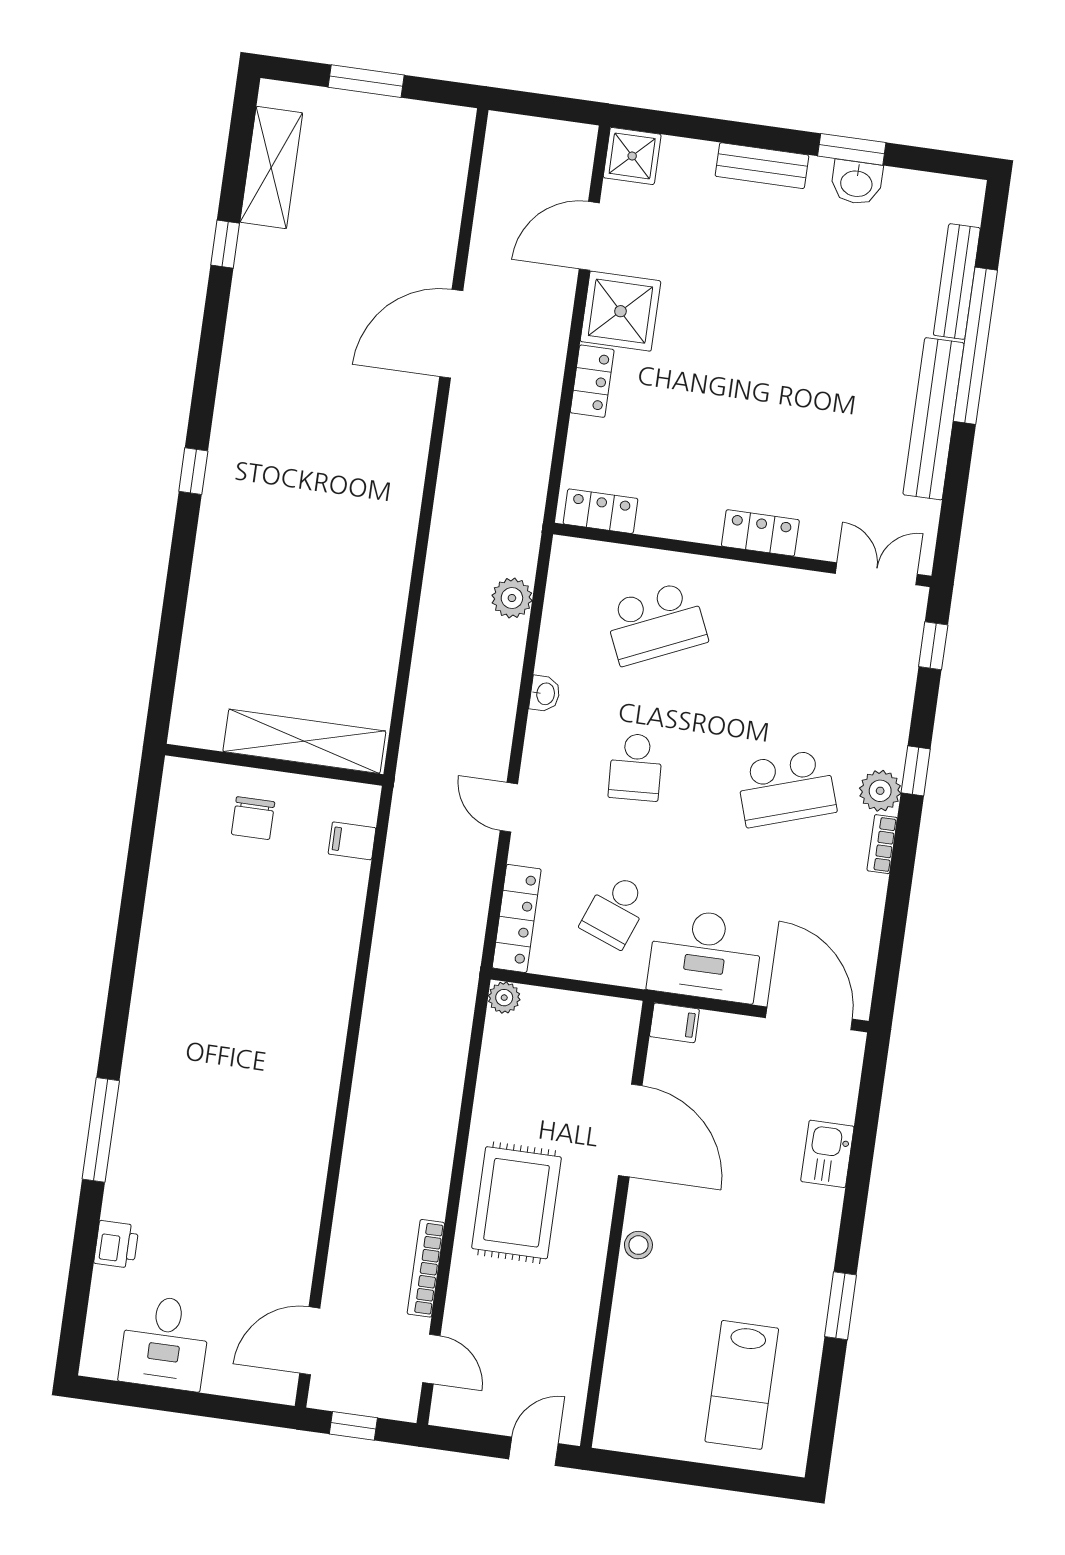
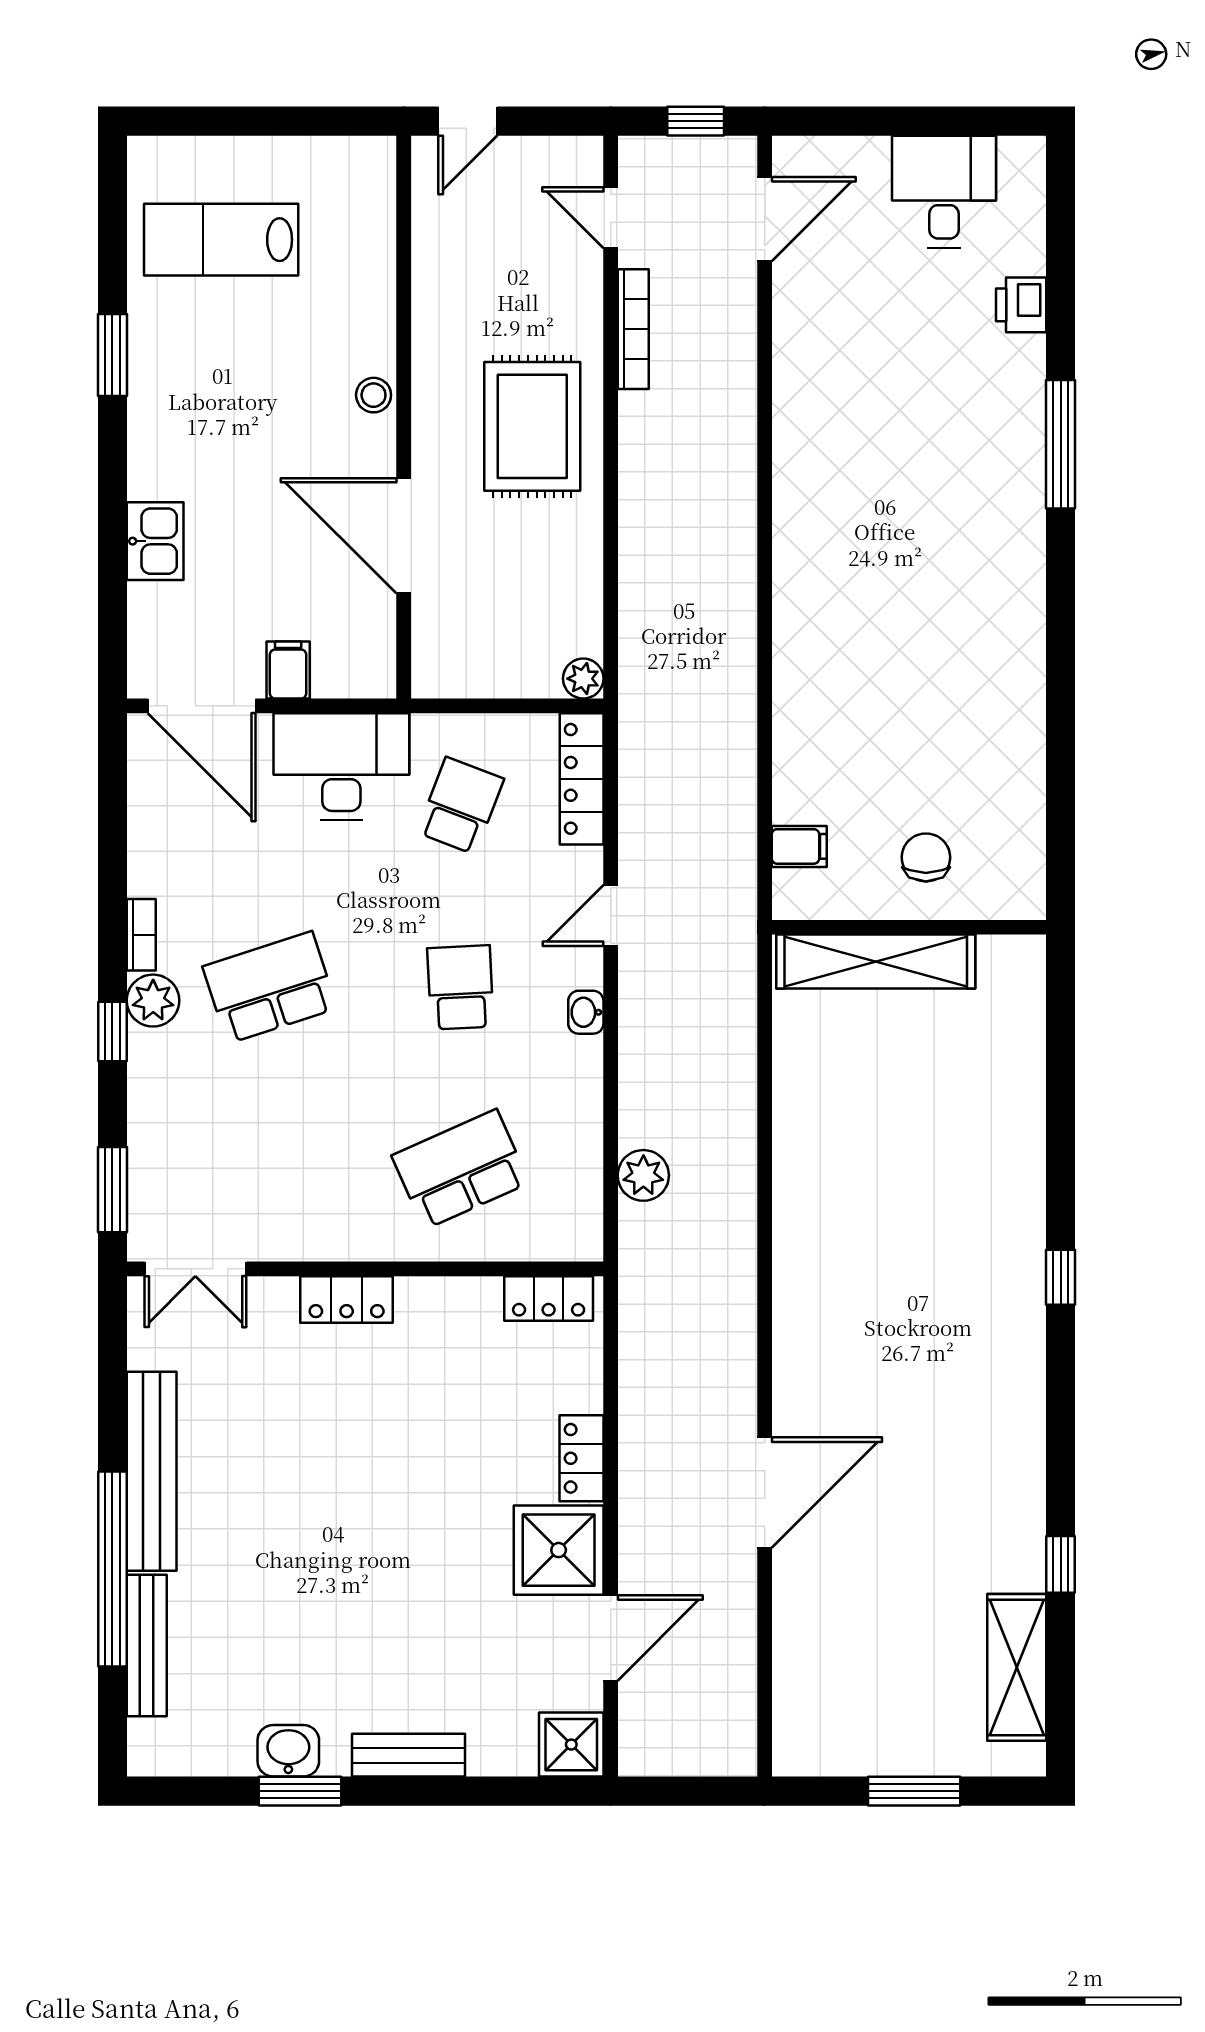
window: (933, 646) -> (112, 1190), width x1.50
washbasin: (545, 694) -> (586, 1012), moved
door: (509, 807) -> (611, 915), swing flipped
filing cabinet: (674, 1023) -> (288, 670), moved, turned 90
lab bench: (742, 1385) -> (221, 240), turned -90

